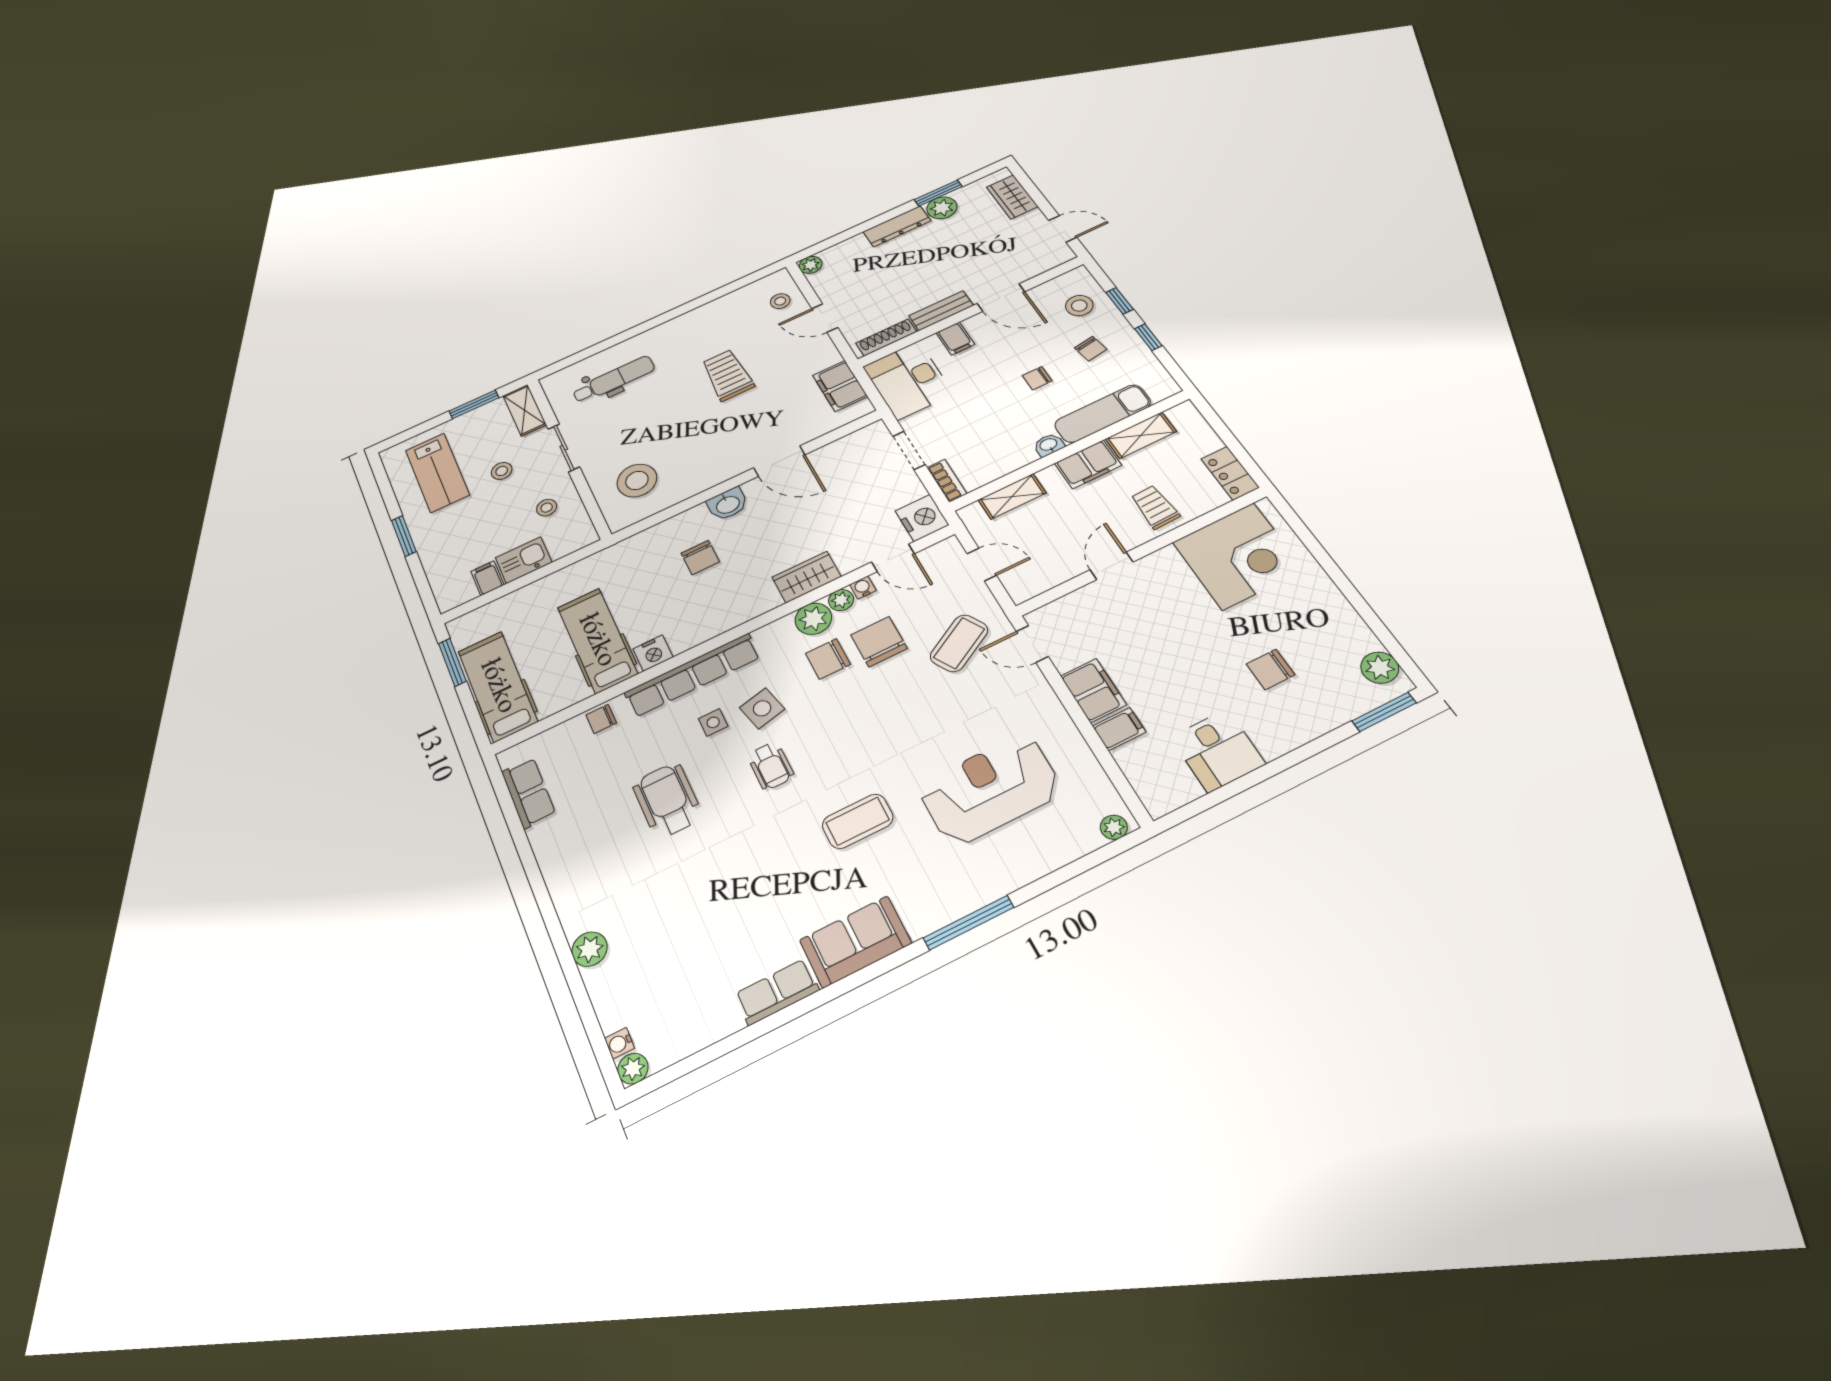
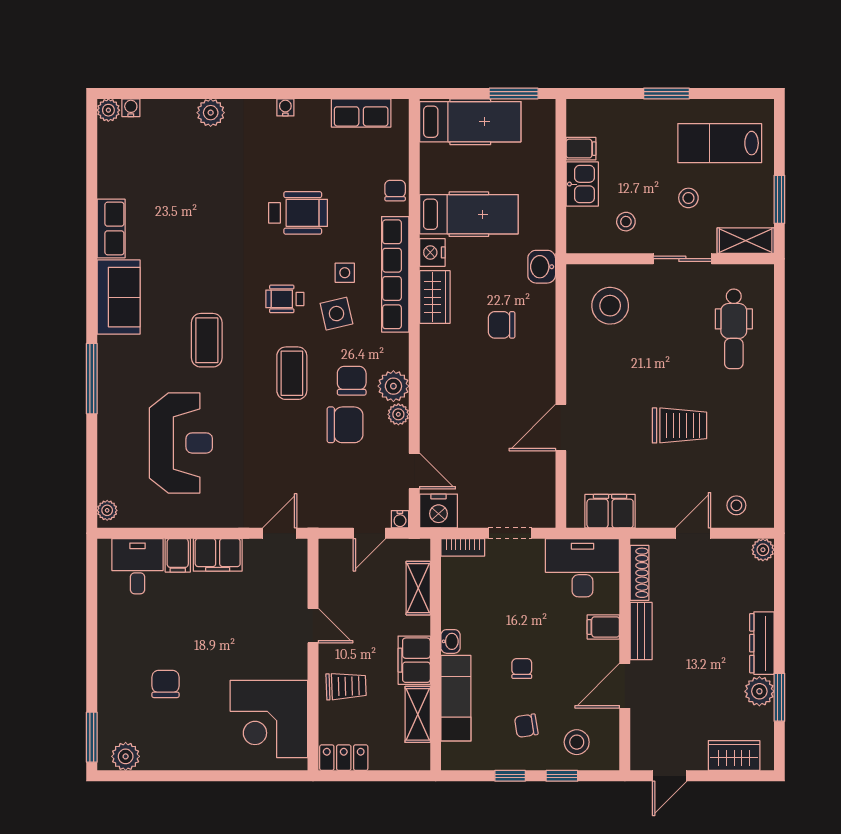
washbasin: (728, 504) -> (542, 267), moved
door: (893, 558) -> (414, 471), swing flipped
wardrobe: (806, 577) -> (435, 297), moved
water cooler: (863, 588) -> (400, 519), moved, turned 90
coffee table: (959, 643) -> (292, 373), moved, turned 30
desk: (1218, 751) -> (137, 566), moved, turned 90
water cooler: (552, 872) -> (285, 107), added

